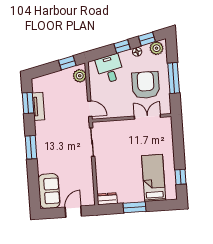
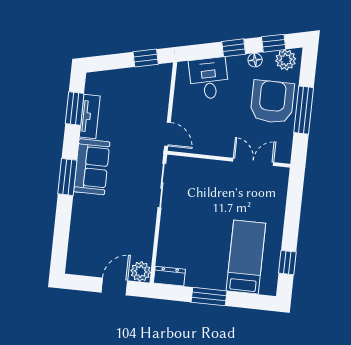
plant: (80, 76) -> (141, 271), moved
armchair: (146, 85) -> (272, 102), moved
sofa: (49, 191) -> (92, 167), moved

